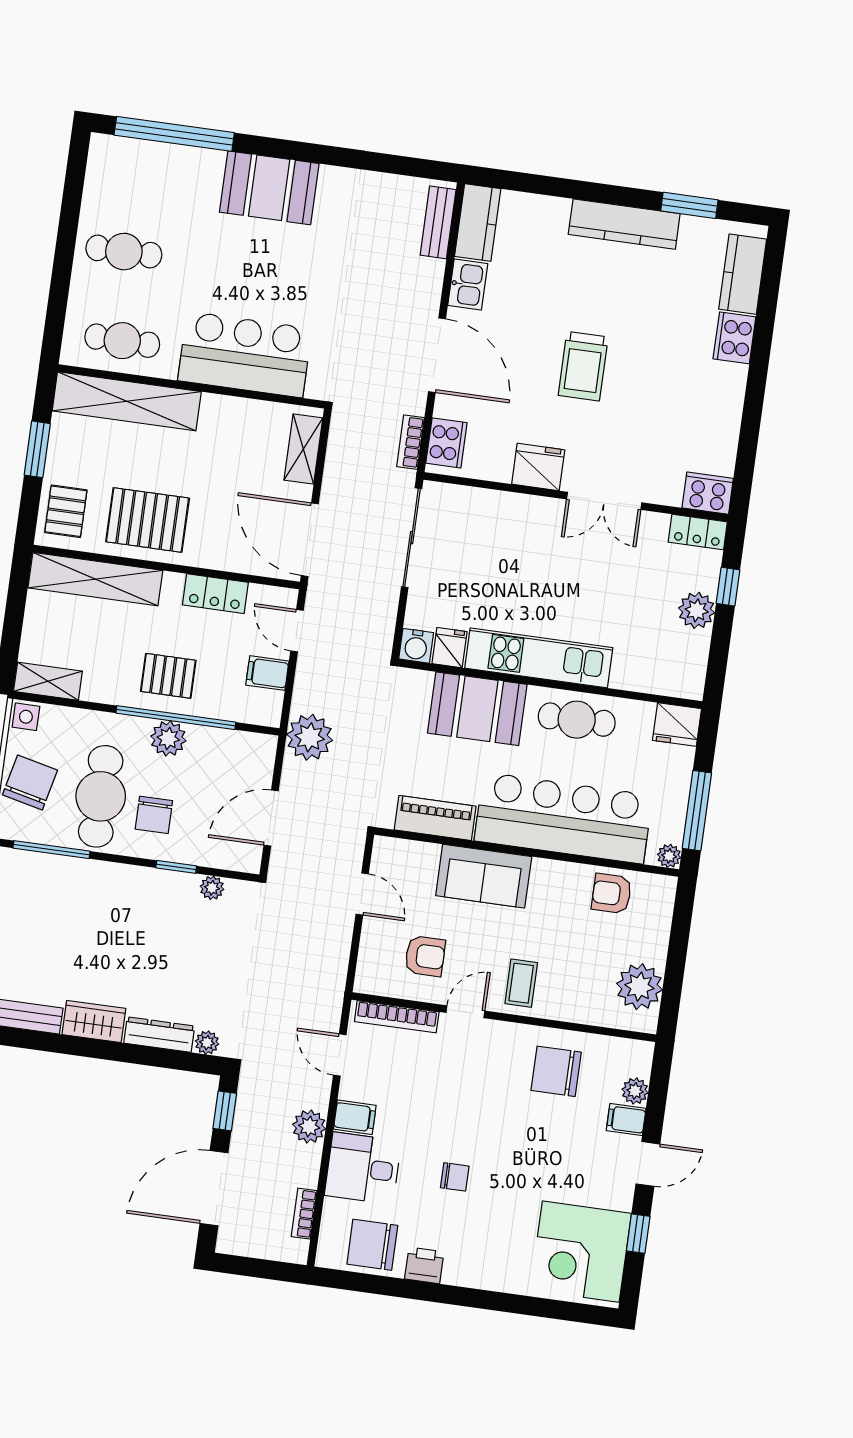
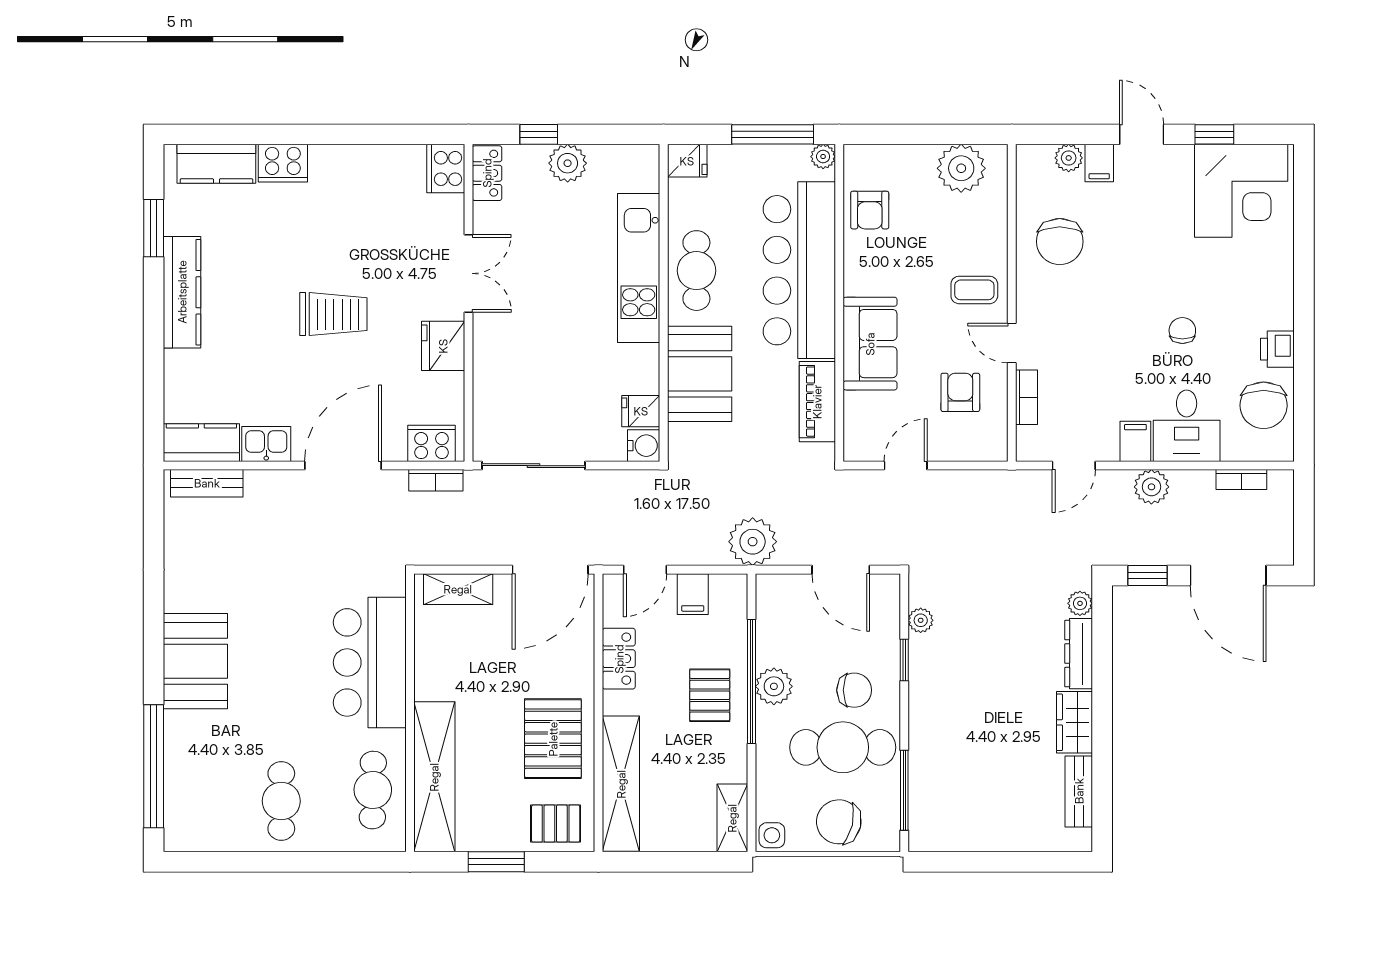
kitchen unit: (539, 658) -> (639, 268), moved
fridge: (677, 724) -> (687, 161), width x0.72
bookcase: (397, 1017) -> (1027, 397), width x0.64

